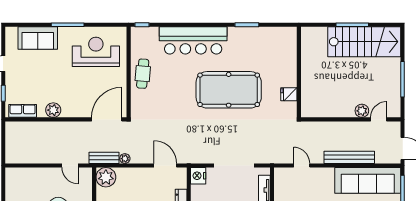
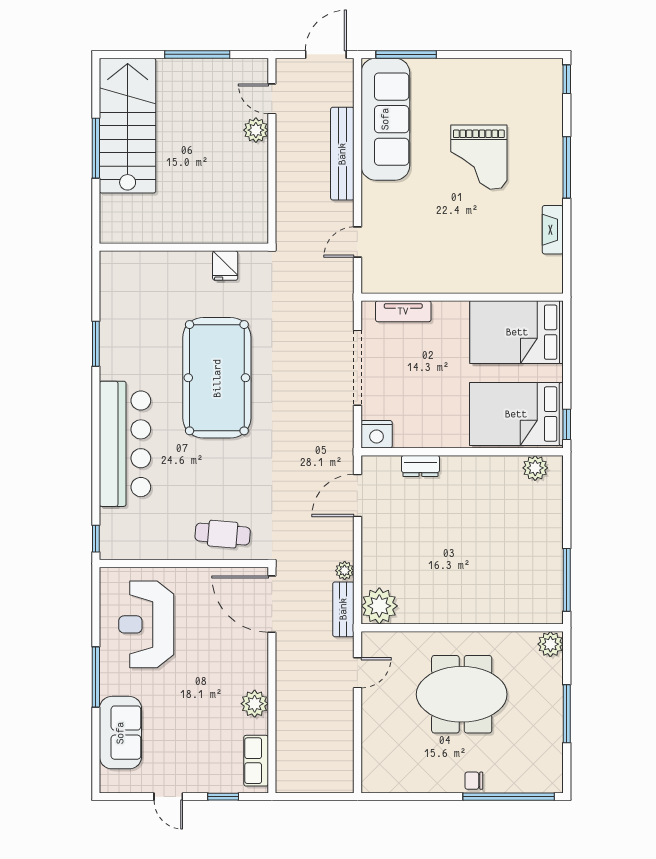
cafe table: (143, 74) -> (223, 534), moved

